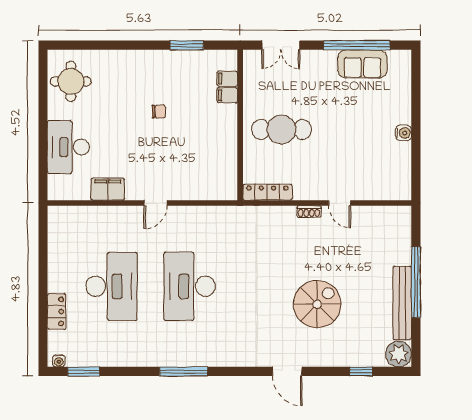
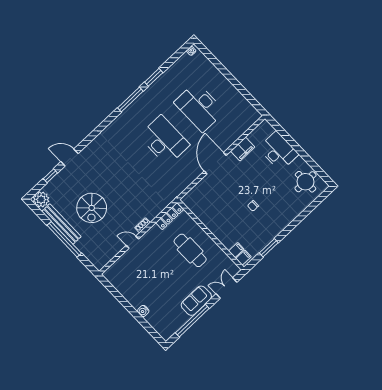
sofa: (362, 64) -> (196, 301), moved
filing cabinet: (227, 95) -> (243, 258), moved
cafe table: (281, 129) -> (190, 250), turned 90
water cooler: (404, 133) -> (143, 311), moved
door: (156, 203) -> (215, 163), width x1.87
spiral stairs: (317, 304) -> (92, 208), moved
locker: (57, 311) -> (213, 72), removed
window: (84, 371) -> (154, 77), moved
door: (287, 371) -> (69, 158), moved

